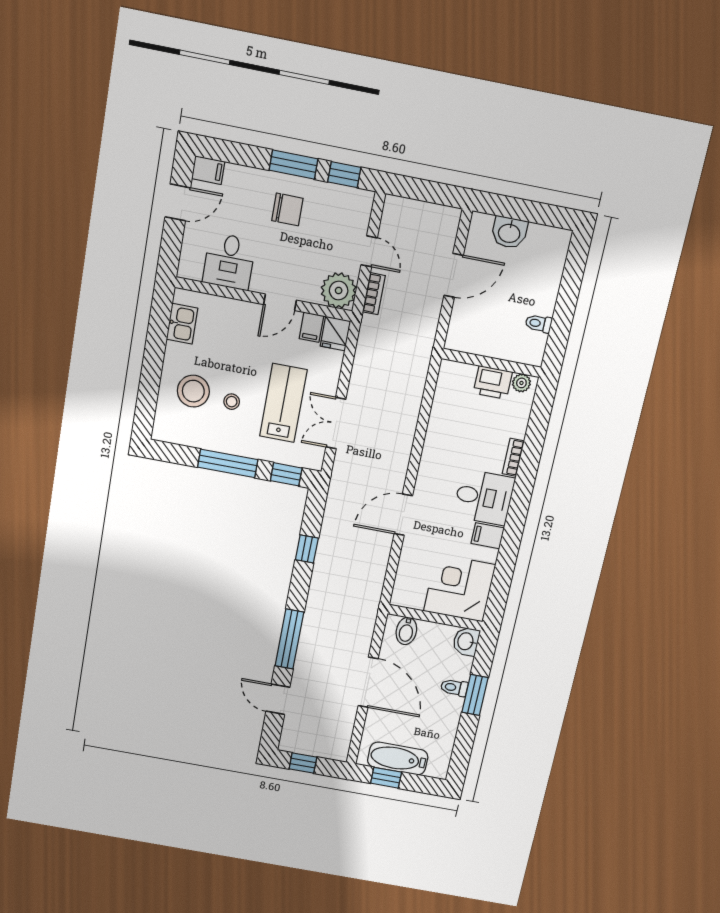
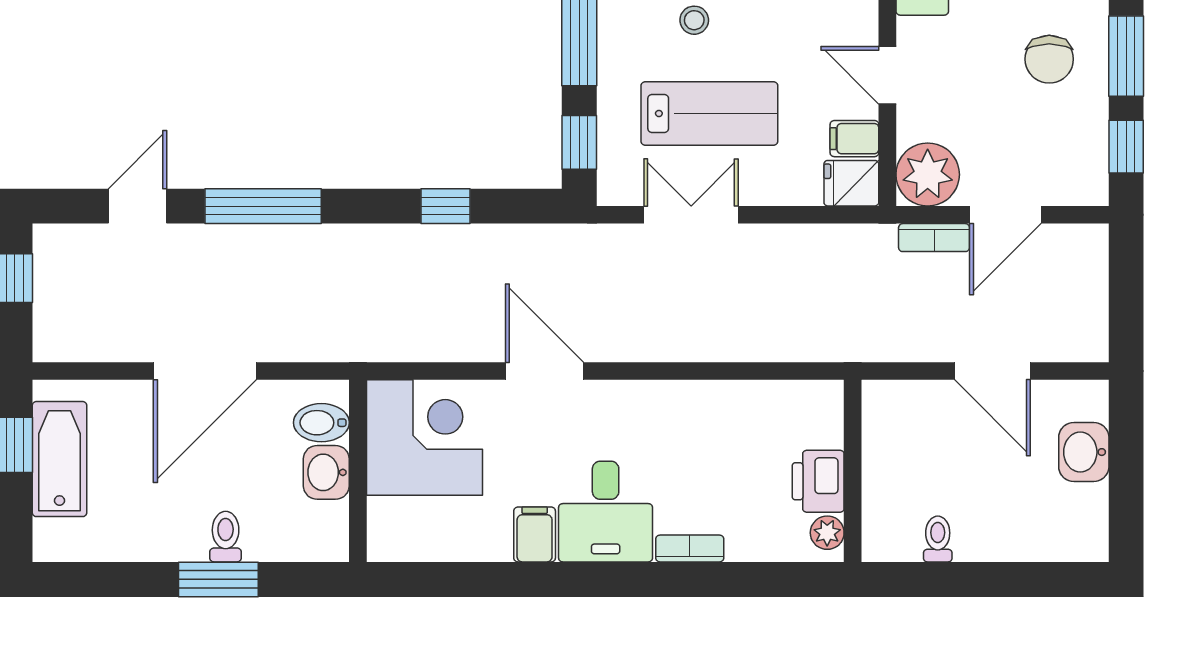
door: (369, 251) -> (1005, 215), width x1.38
corner desk: (459, 588) -> (424, 438), moved
washbasin: (466, 641) -> (326, 472), moved, turned -90

